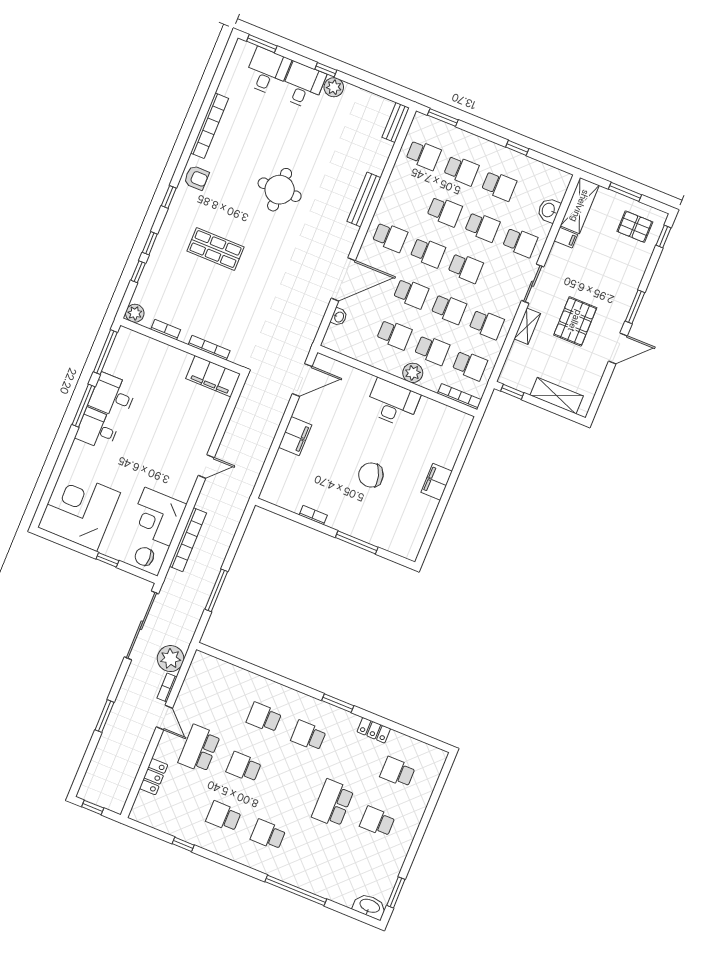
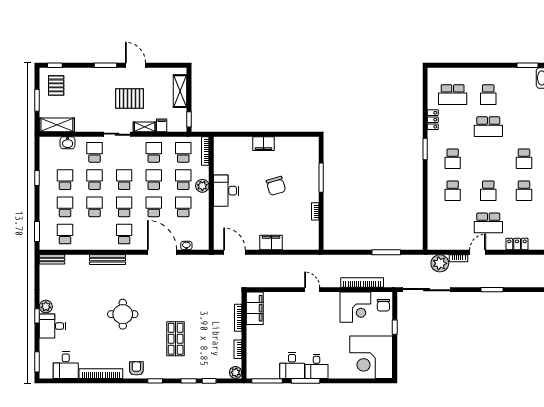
desk: (267, 71) -> (66, 365), moved, turned -90
filing cabinet: (566, 238) -> (162, 125), moved
school desk: (398, 772) -> (453, 95), width x1.85

